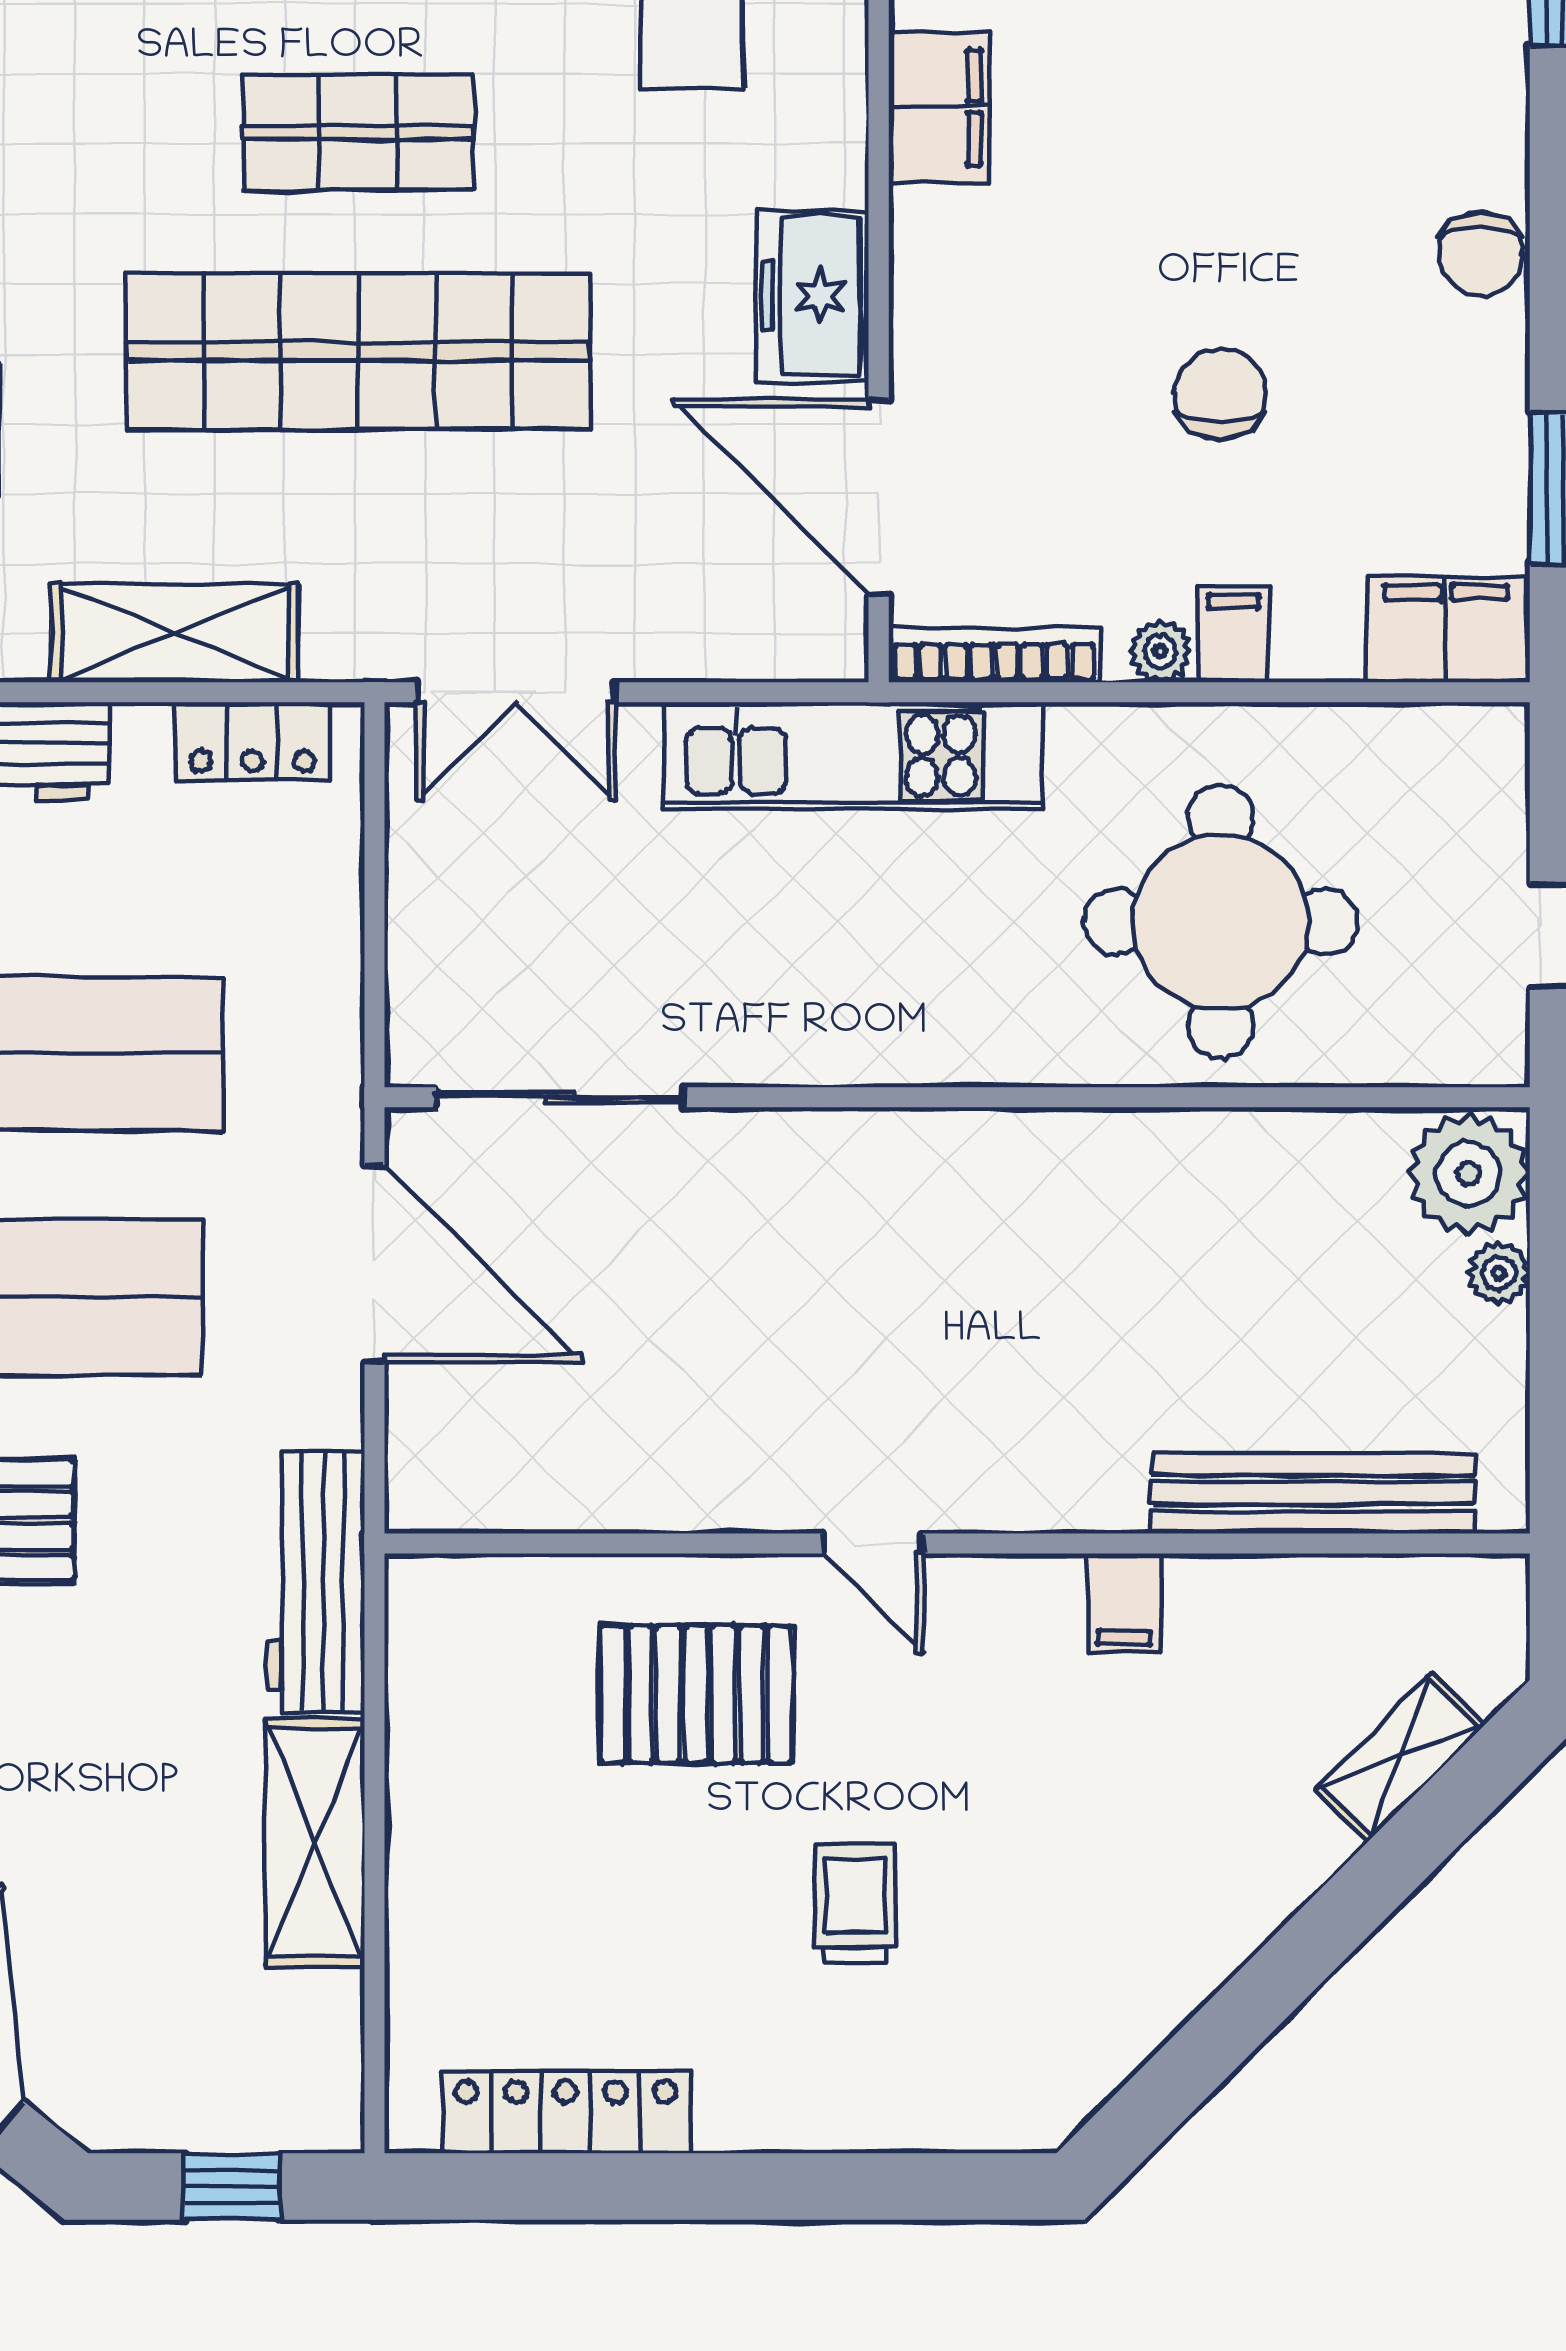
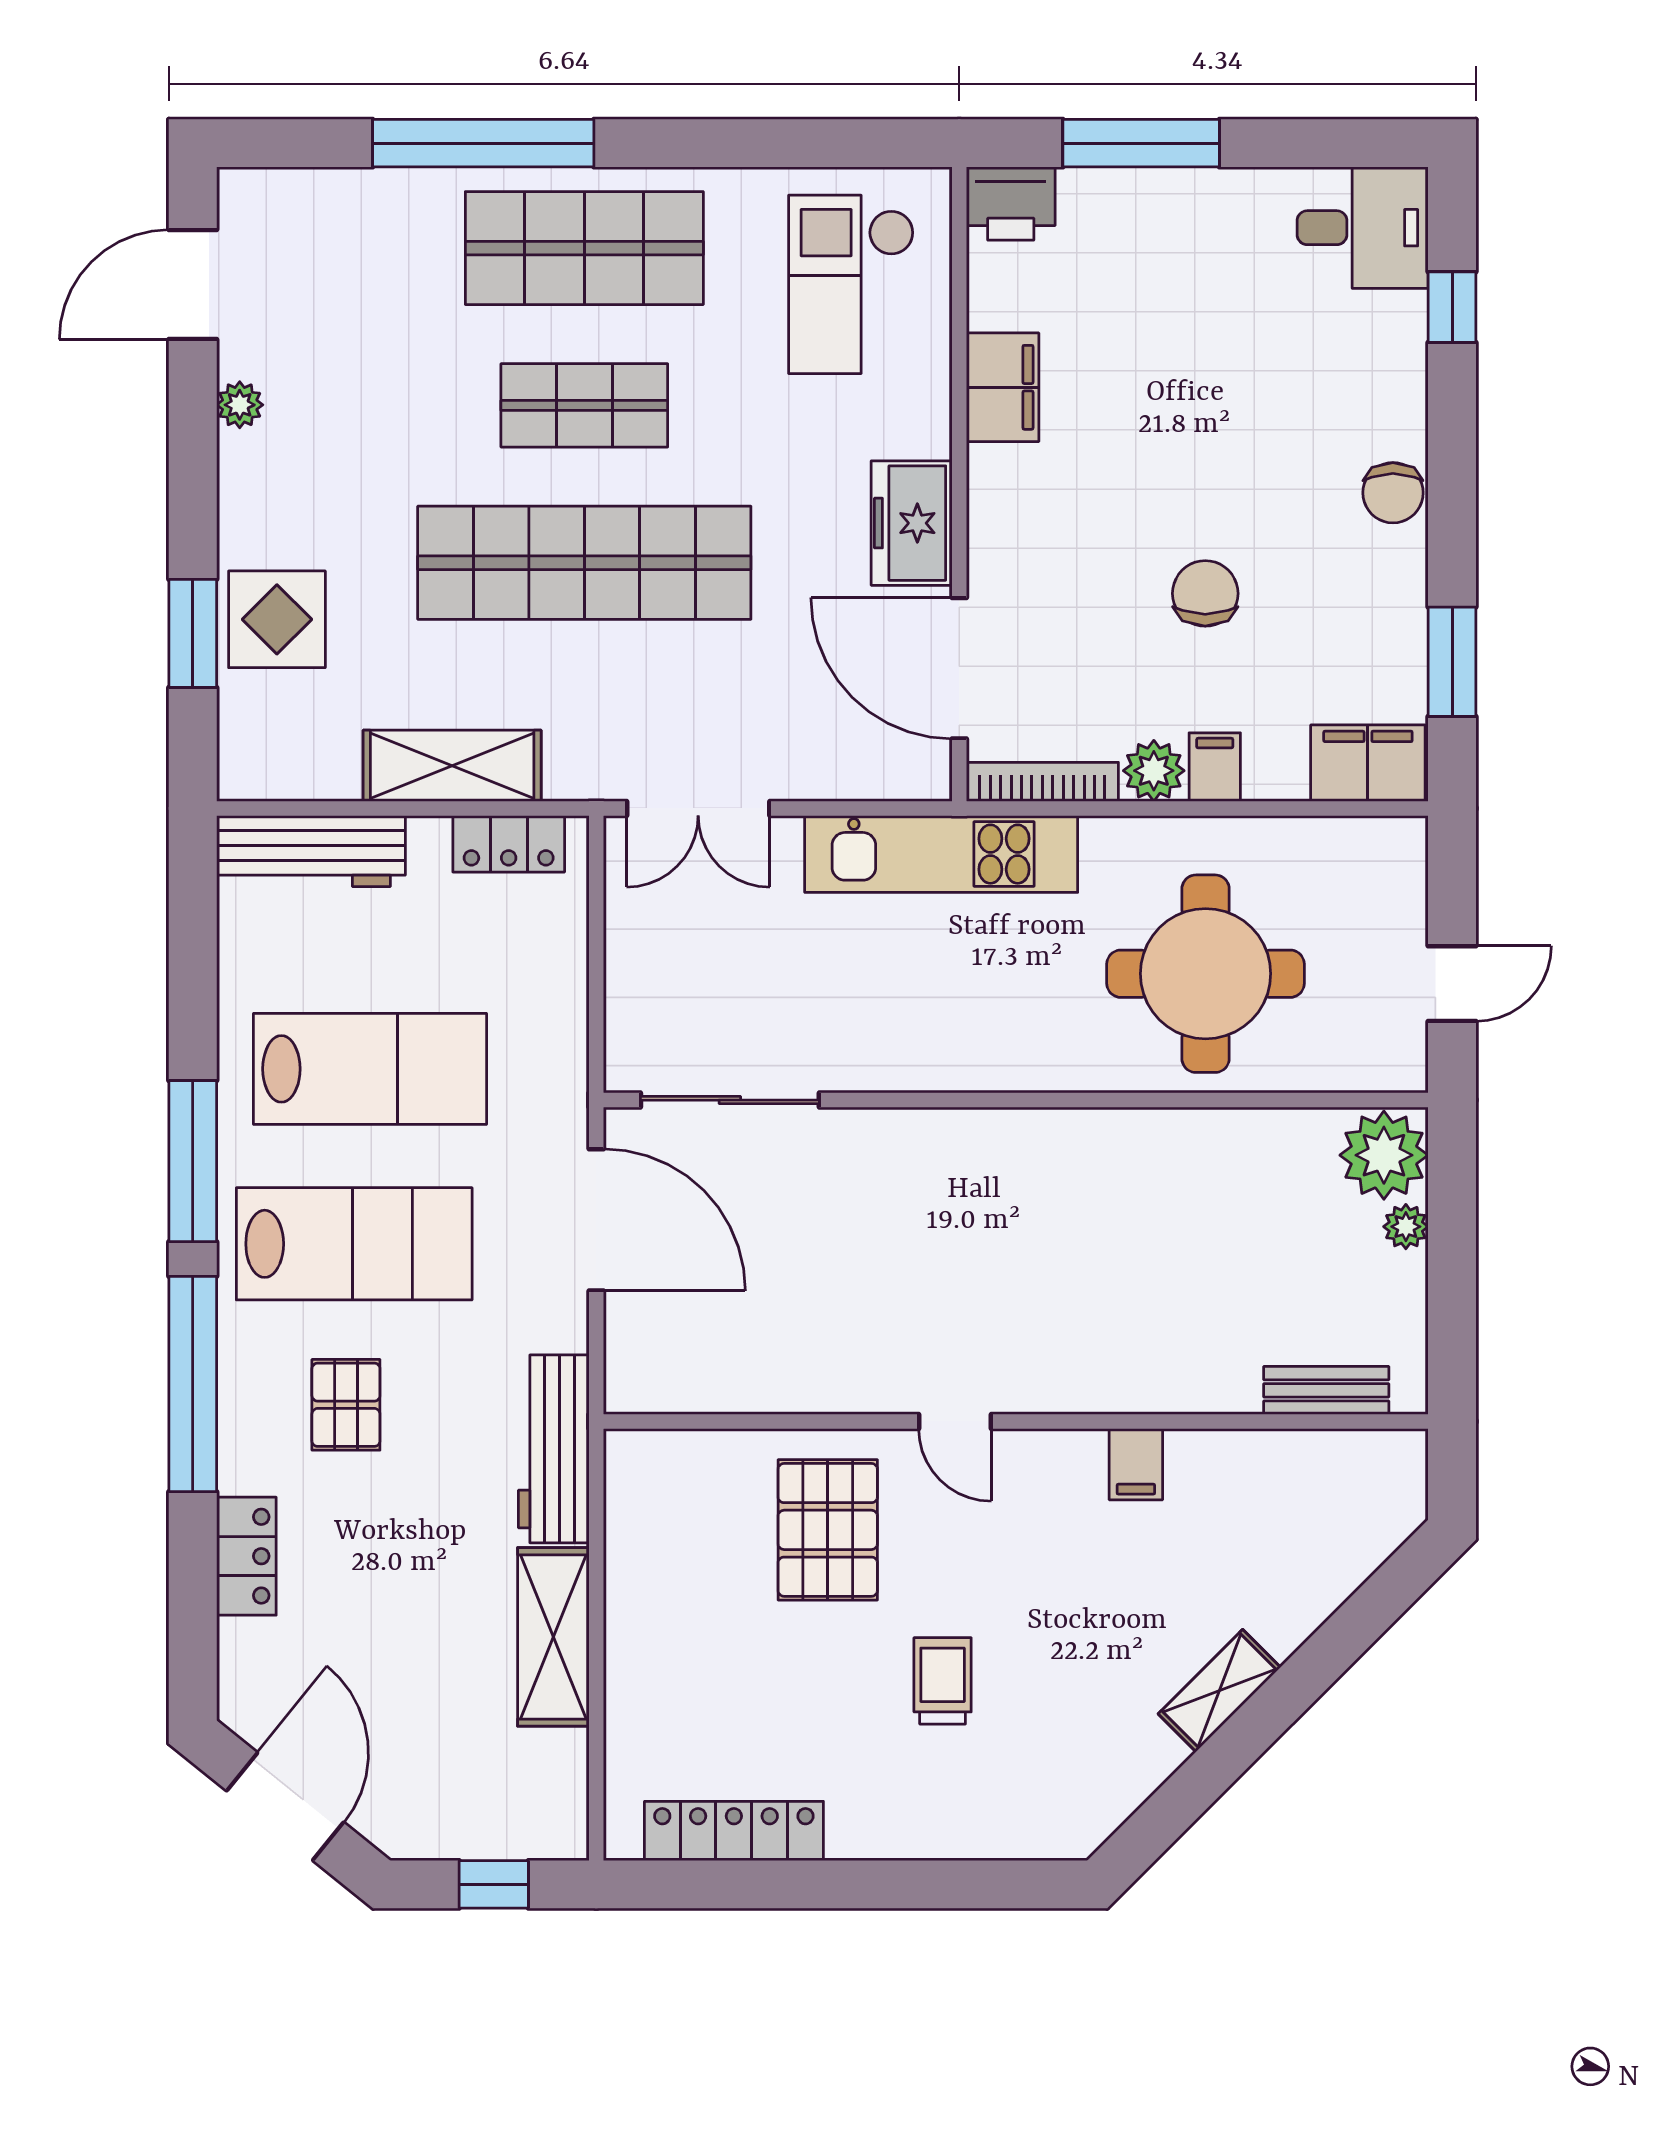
plant: (1160, 651) -> (1154, 771), width x1.38, depth x1.38
bench: (1313, 1493) -> (1326, 1390), width x0.54, depth x0.82
pallet: (696, 1694) -> (828, 1530), turned 90
shelving: (1400, 1757) -> (1219, 1691), moved

